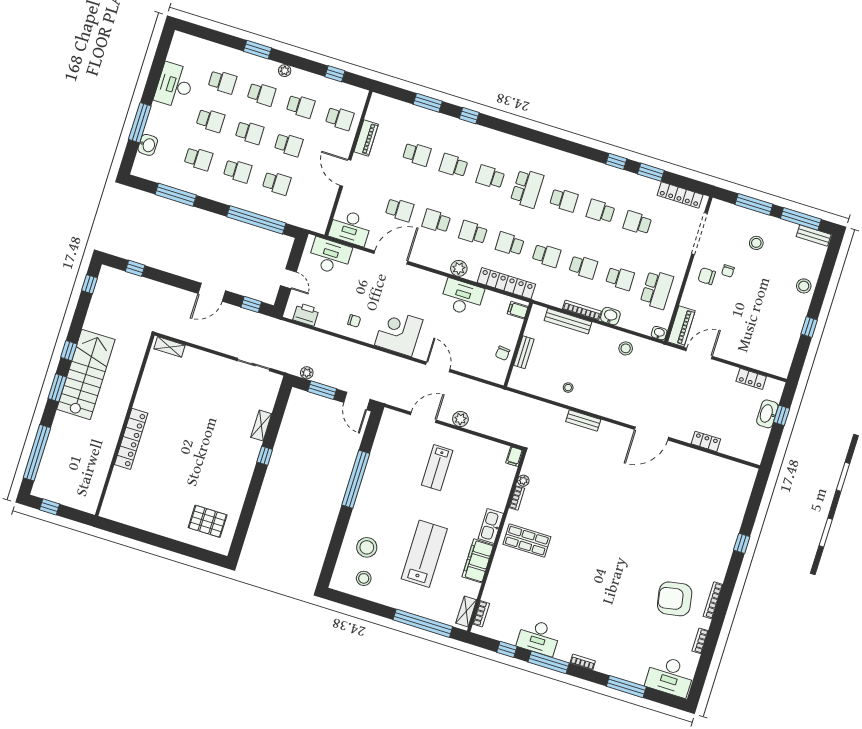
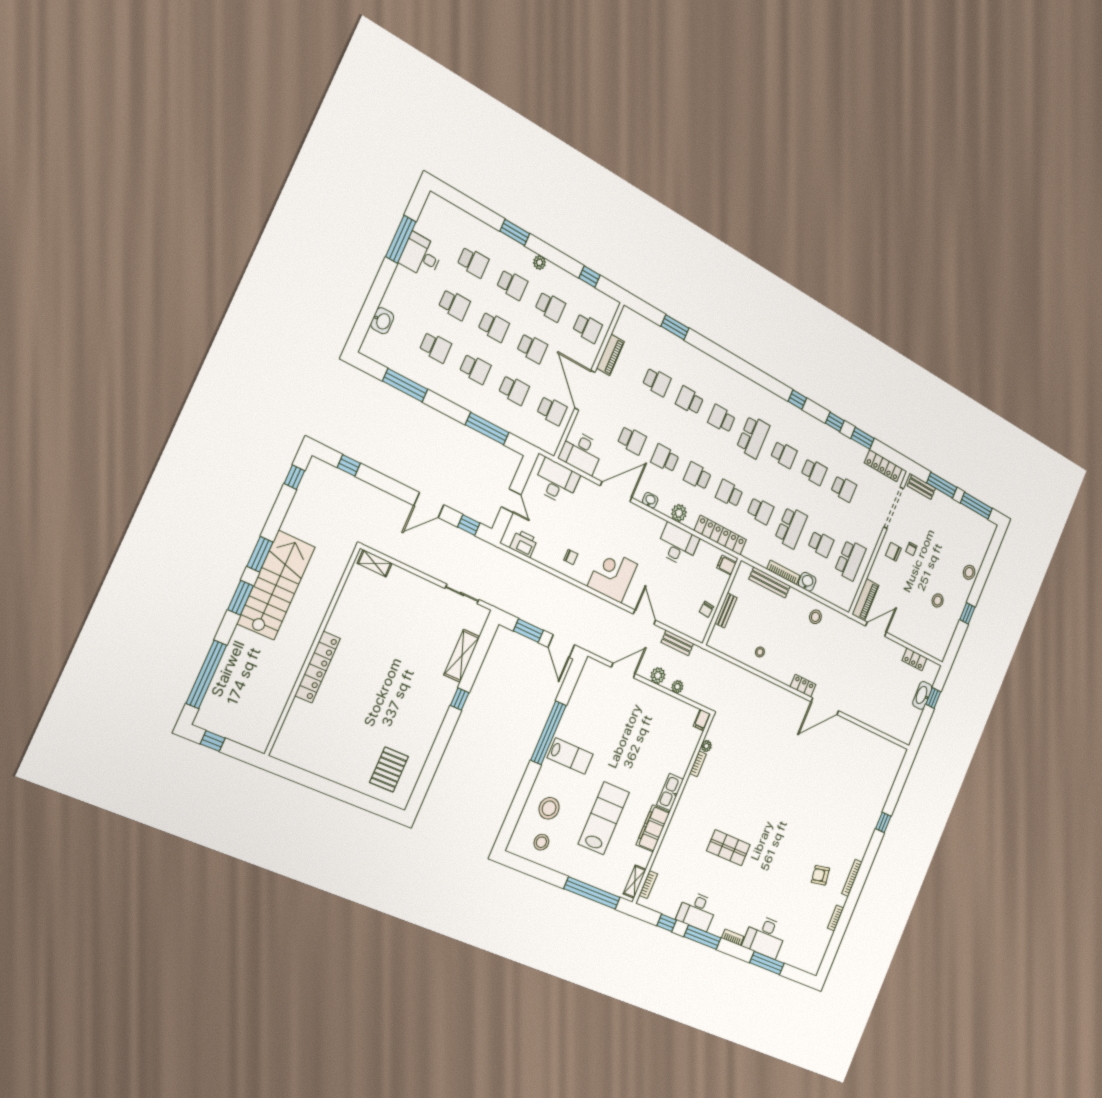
desk: (174, 85) -> (421, 256), width x0.73
window: (469, 116) -> (797, 400), moved
window: (140, 123) -> (401, 239), moved
door: (345, 173) -> (585, 390), width x1.36
school desk: (316, 195) -> (552, 410), added
school desk: (601, 211) -> (814, 472), turned 180
window: (256, 220) -> (487, 429), width x0.68
school desk: (637, 223) -> (844, 489), turned 180
bench: (814, 236) -> (921, 487), moved
stool: (756, 243) -> (938, 600), moved
school desk: (583, 267) -> (791, 527), width x1.85
washbasin: (659, 333) -> (650, 500), moved
window: (69, 351) -> (260, 554), width x1.50
plant: (307, 373) -> (677, 687), moved
bench: (583, 421) -> (677, 643), moved
shelving: (261, 425) -> (462, 656), width x1.50, depth x1.33
locker: (706, 441) -> (803, 686), moved
lab bench: (437, 468) -> (570, 756), moved, turned -90
pallet: (208, 521) -> (389, 769), turned 90
shop shelf: (527, 541) -> (728, 848), moved
armchair: (675, 599) -> (820, 875), width x0.53, depth x0.53
desk: (670, 676) -> (765, 936), moved

